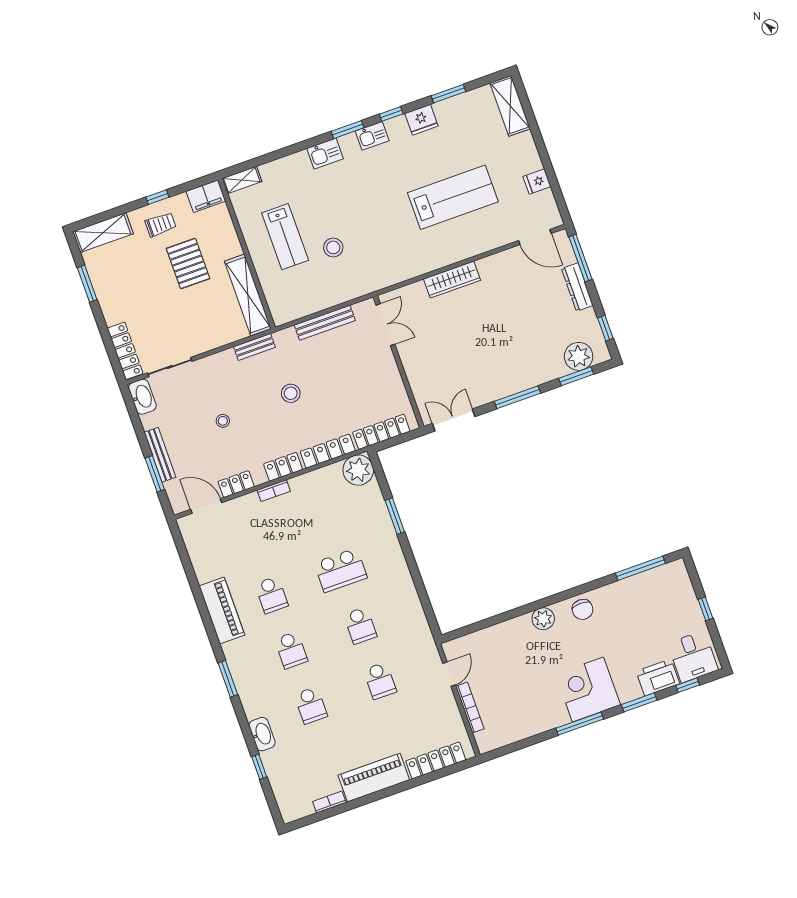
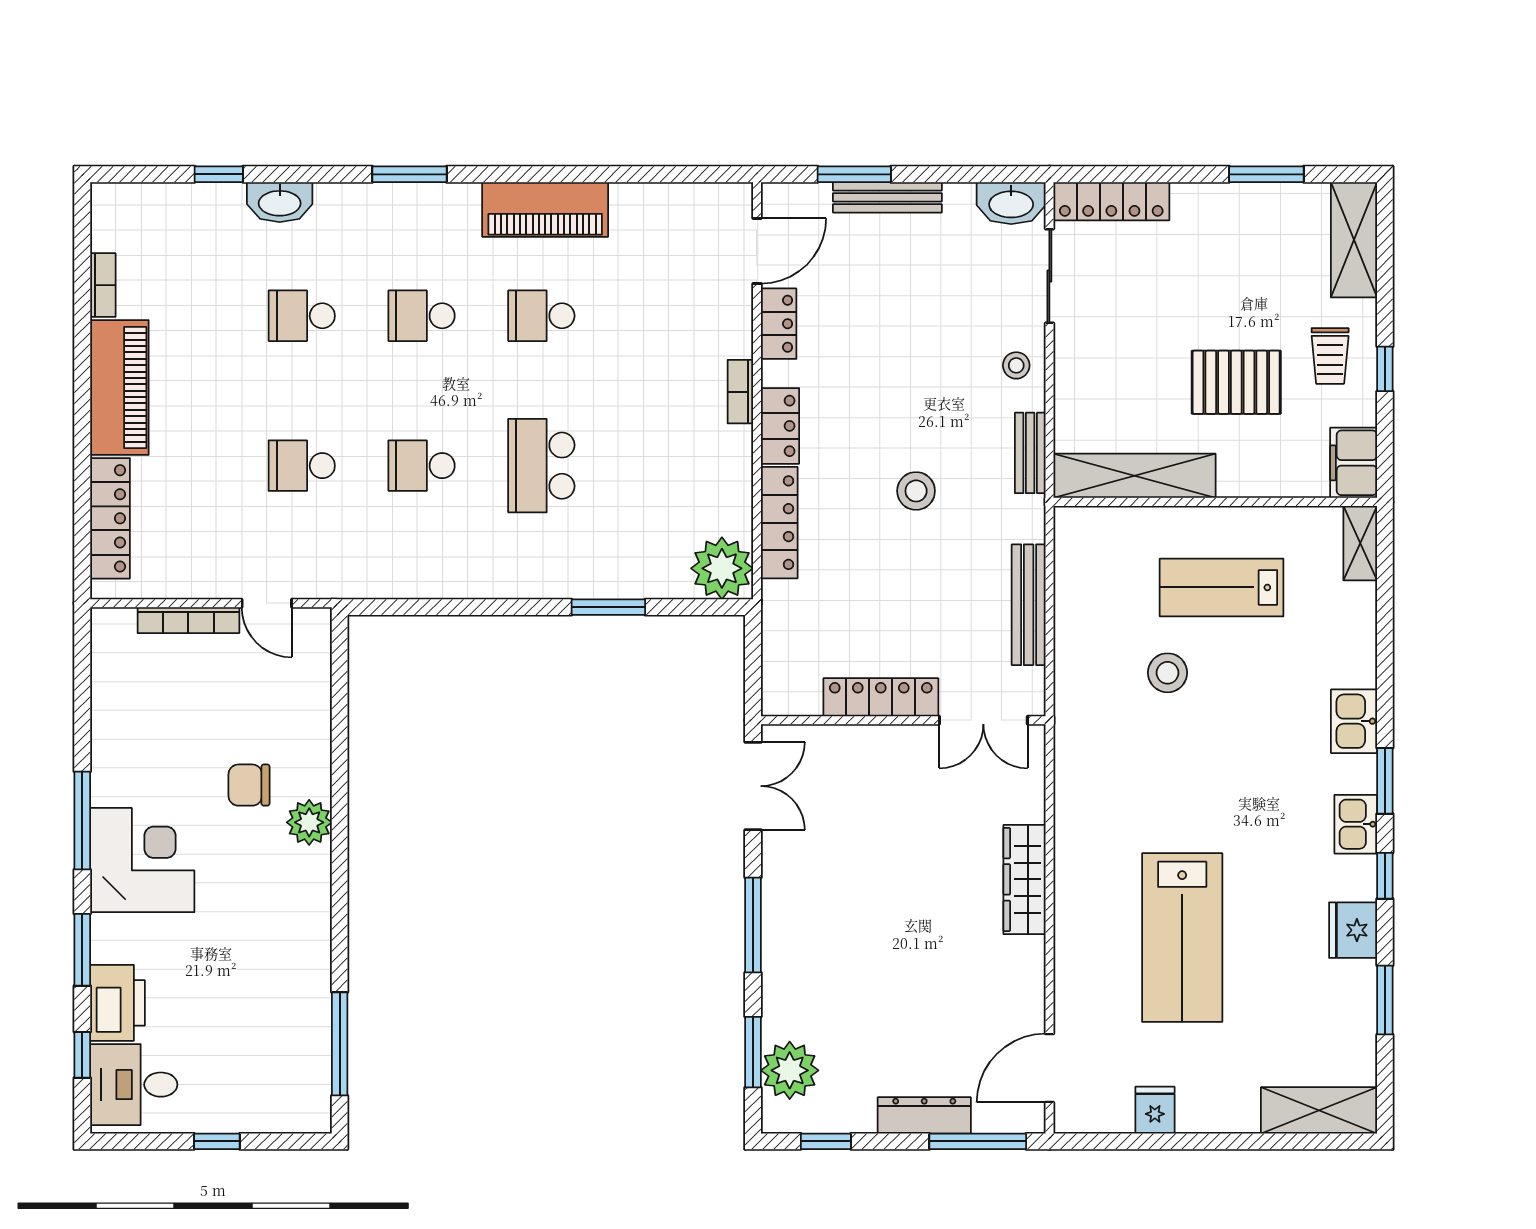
stool: (223, 421) -> (1016, 365), moved
locker: (381, 432) -> (881, 697), moved, turned -90
chair: (583, 609) -> (249, 785), moved

